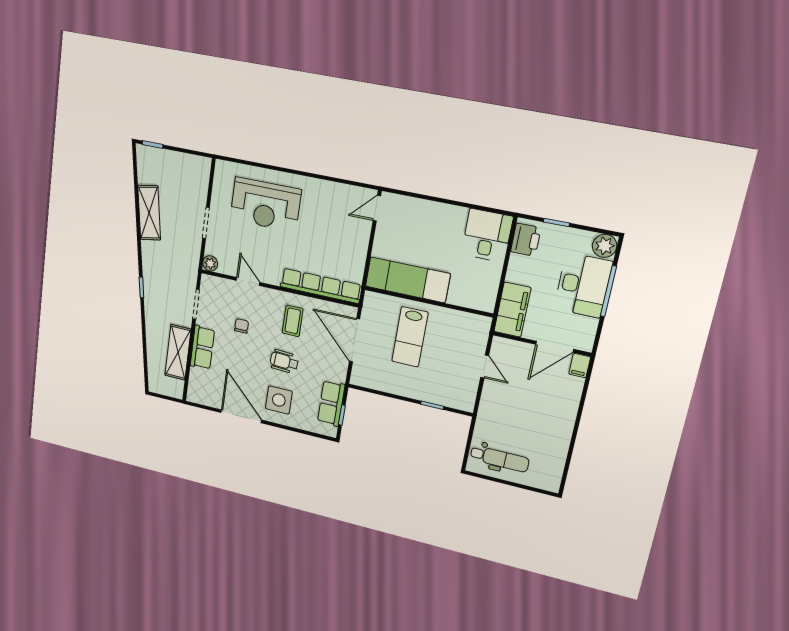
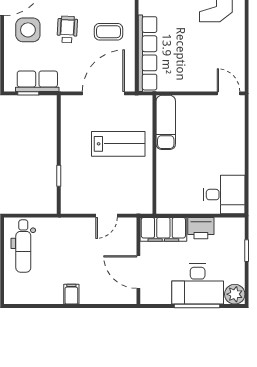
printer: (526, 240) -> (201, 228), moved
exam couch: (408, 280) -> (166, 122), width x0.73, depth x0.69
lab bench: (410, 337) -> (118, 144), turned 180
filing cabinet: (580, 365) -> (71, 294), moved, turned 90

